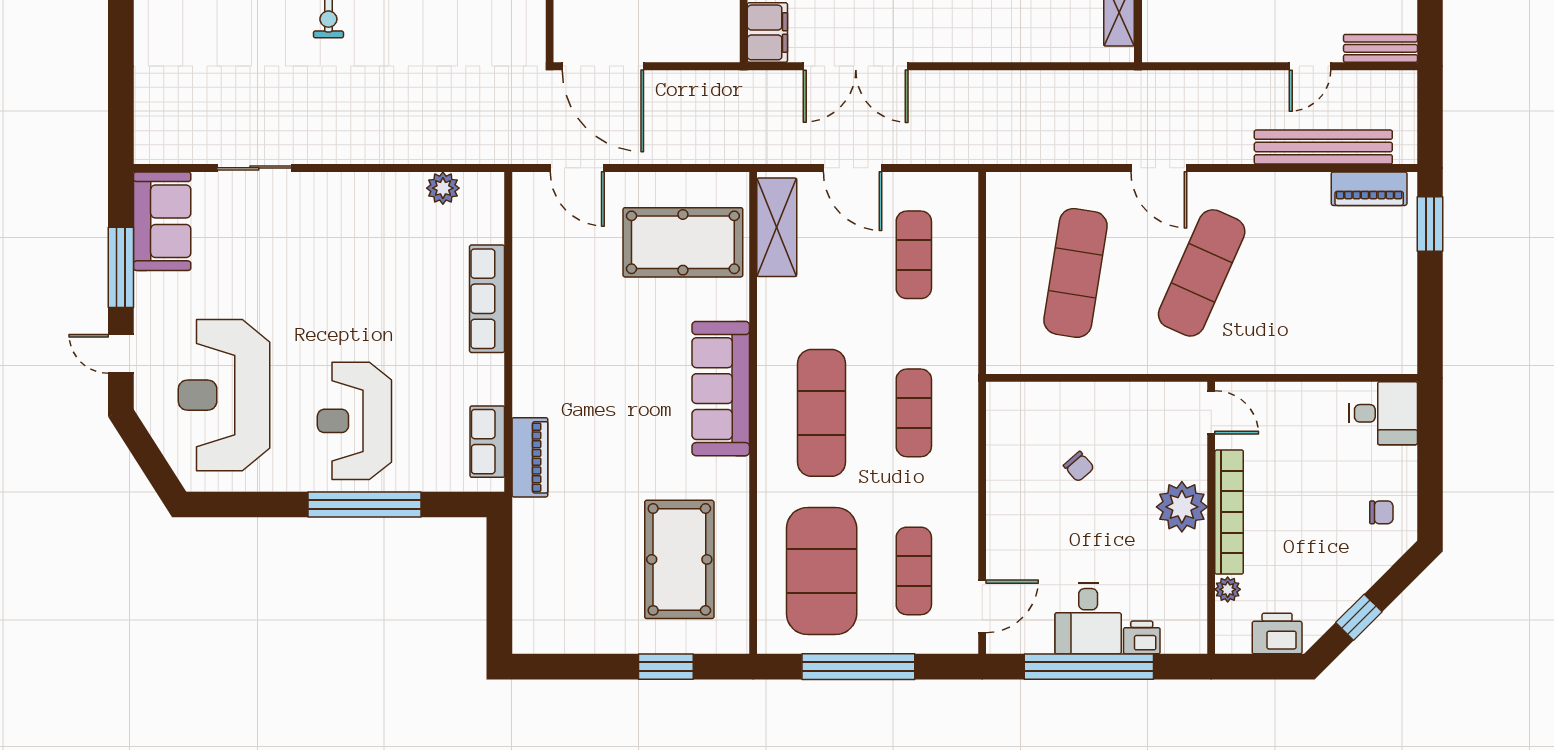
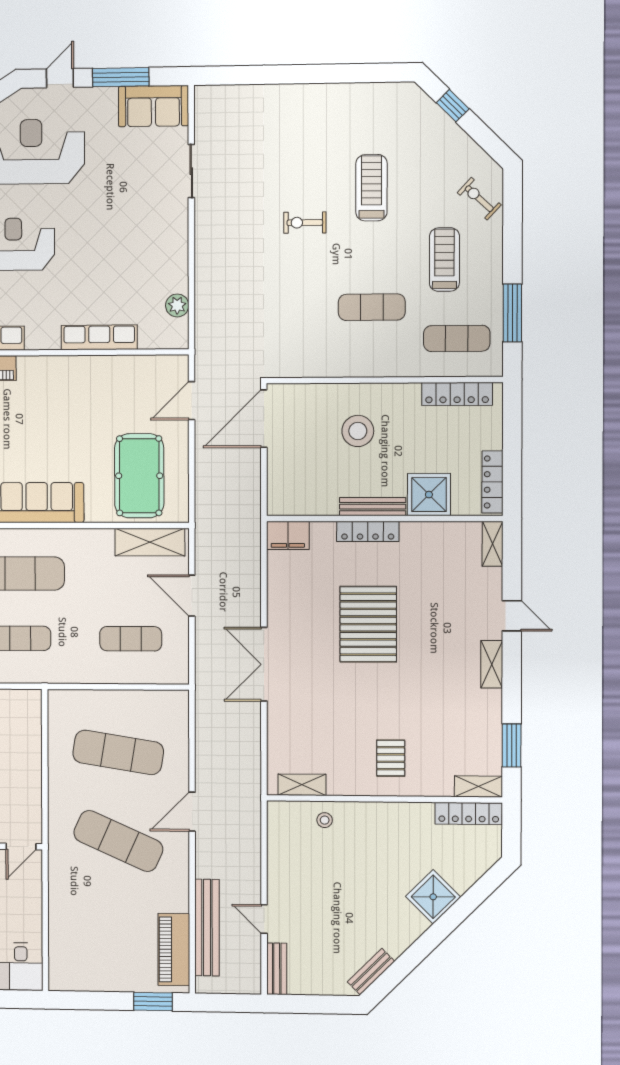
double door: (856, 66) -> (264, 664), moved
door: (853, 168) -> (192, 596), hinge flipped
piano: (1369, 189) -> (174, 950), width x1.37, depth x1.33

